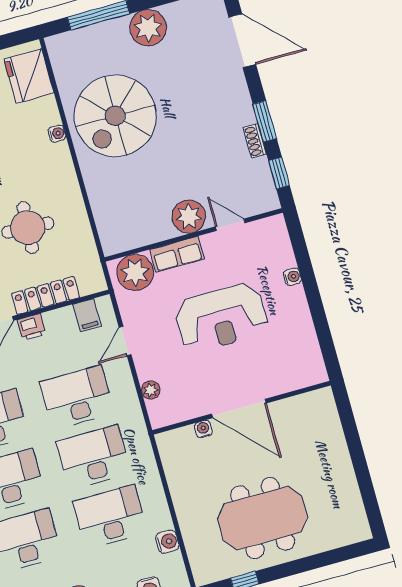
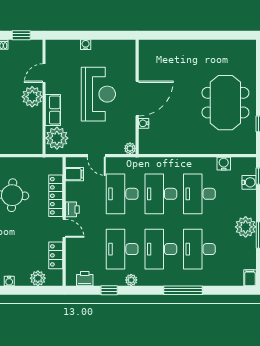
wall: (242, 408) -> (137, 97), moved
door: (239, 409) -> (137, 99), moved
water cooler: (203, 429) -> (144, 123), moved

